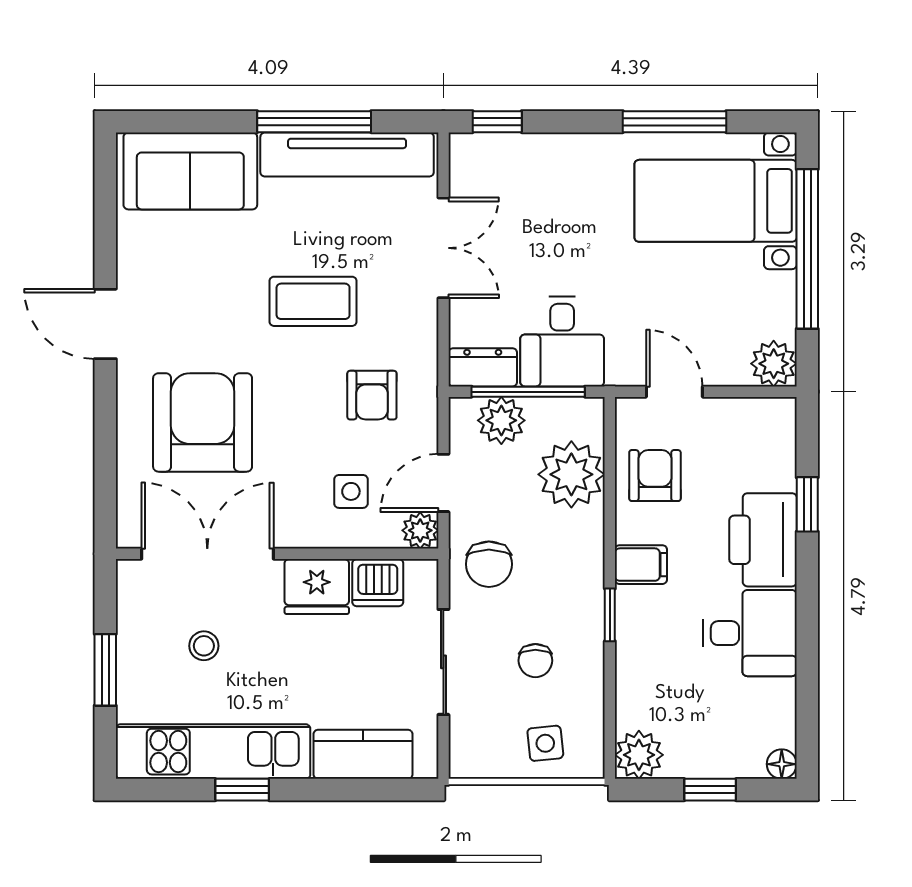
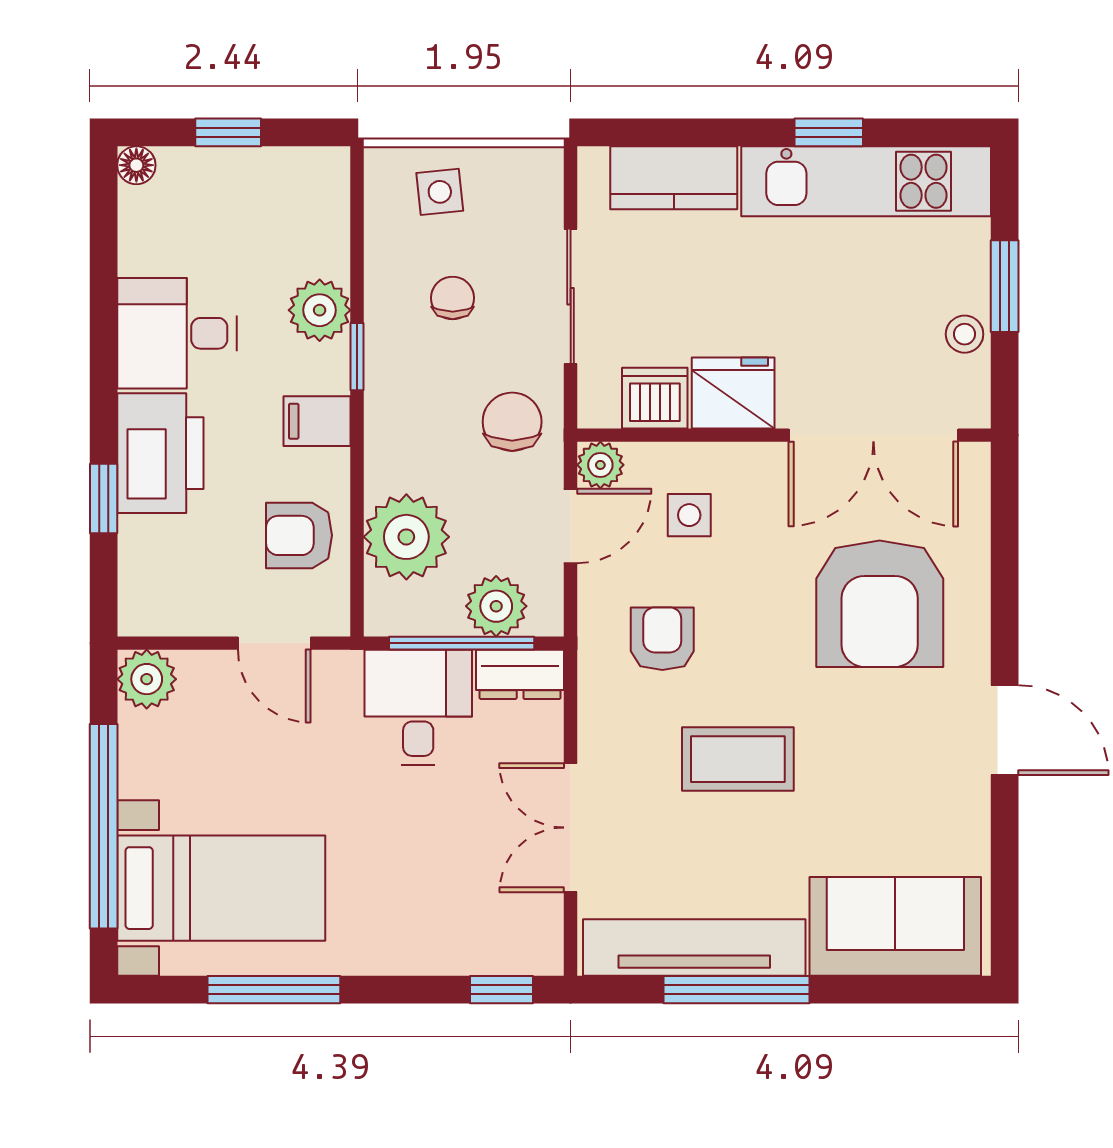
armchair: (655, 476) -> (299, 535), turned 90
stool: (204, 646) -> (965, 334), moved
plant: (639, 755) -> (320, 310), moved

